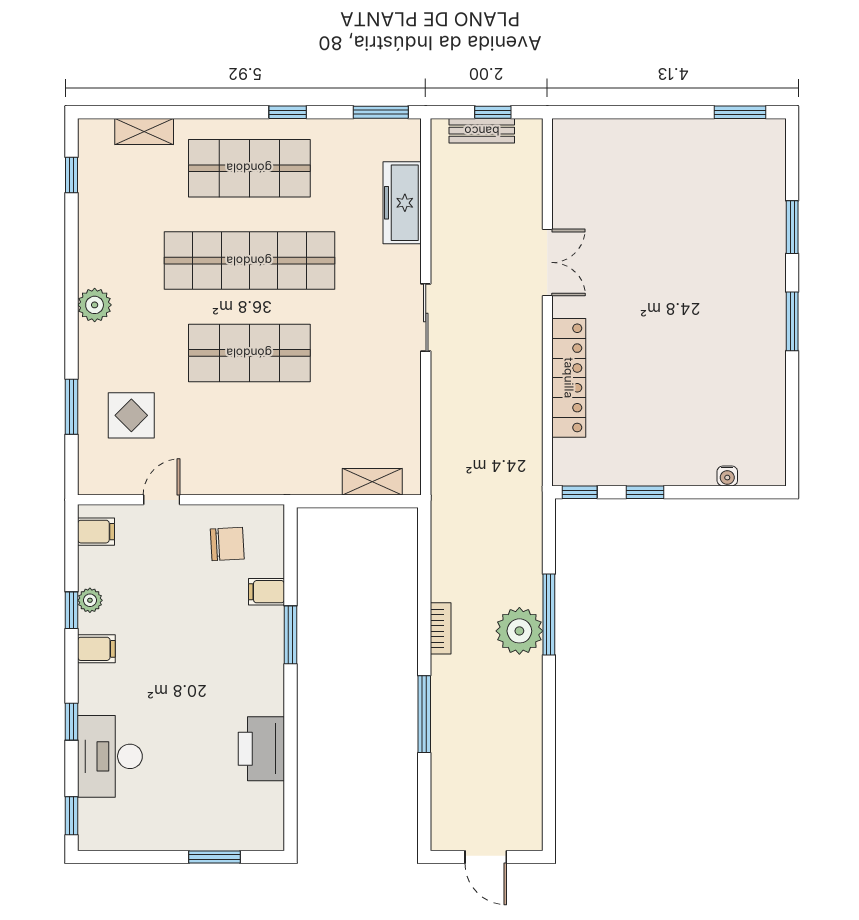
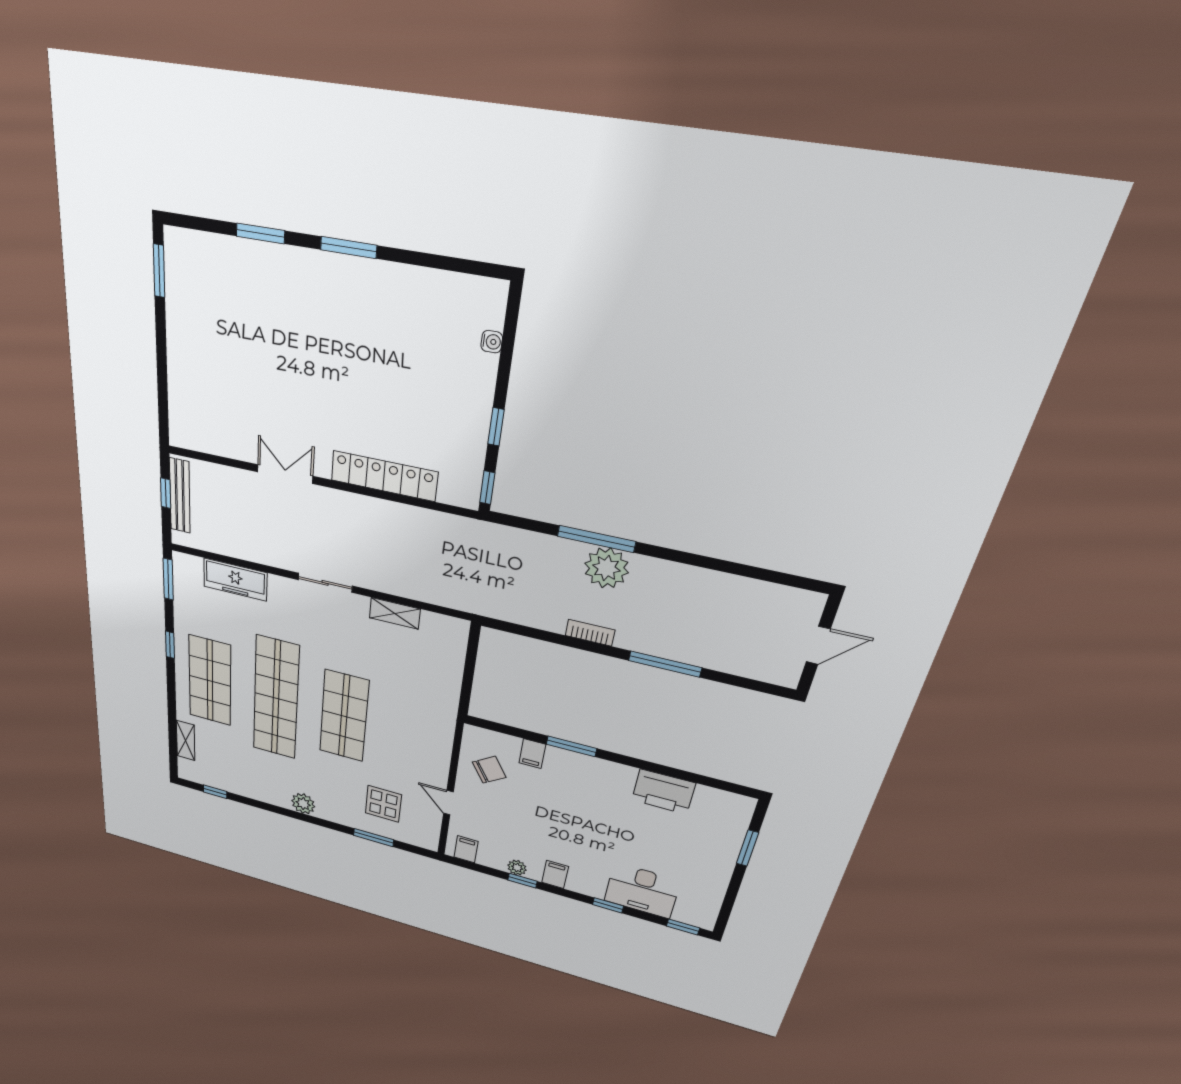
bench: (482, 131) -> (180, 496), width x1.36
shelving: (372, 482) -> (395, 613), moved, turned 90
chair: (227, 544) -> (489, 770), turned 60

